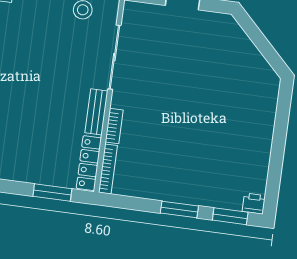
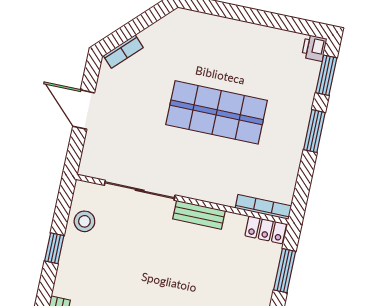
shop shelf: (189, 121) -> (217, 112), added
bookcase: (114, 126) -> (123, 52), moved, turned 135
locker: (89, 163) -> (266, 230), width x0.66

